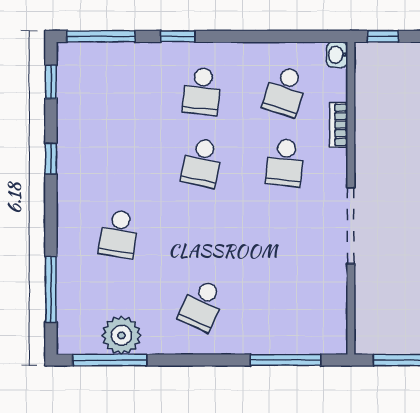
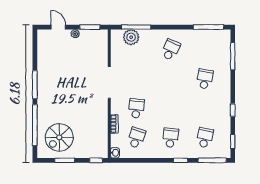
school desk: (202, 163) -> (205, 138), moved
plant: (121, 335) -> (131, 37), moved

